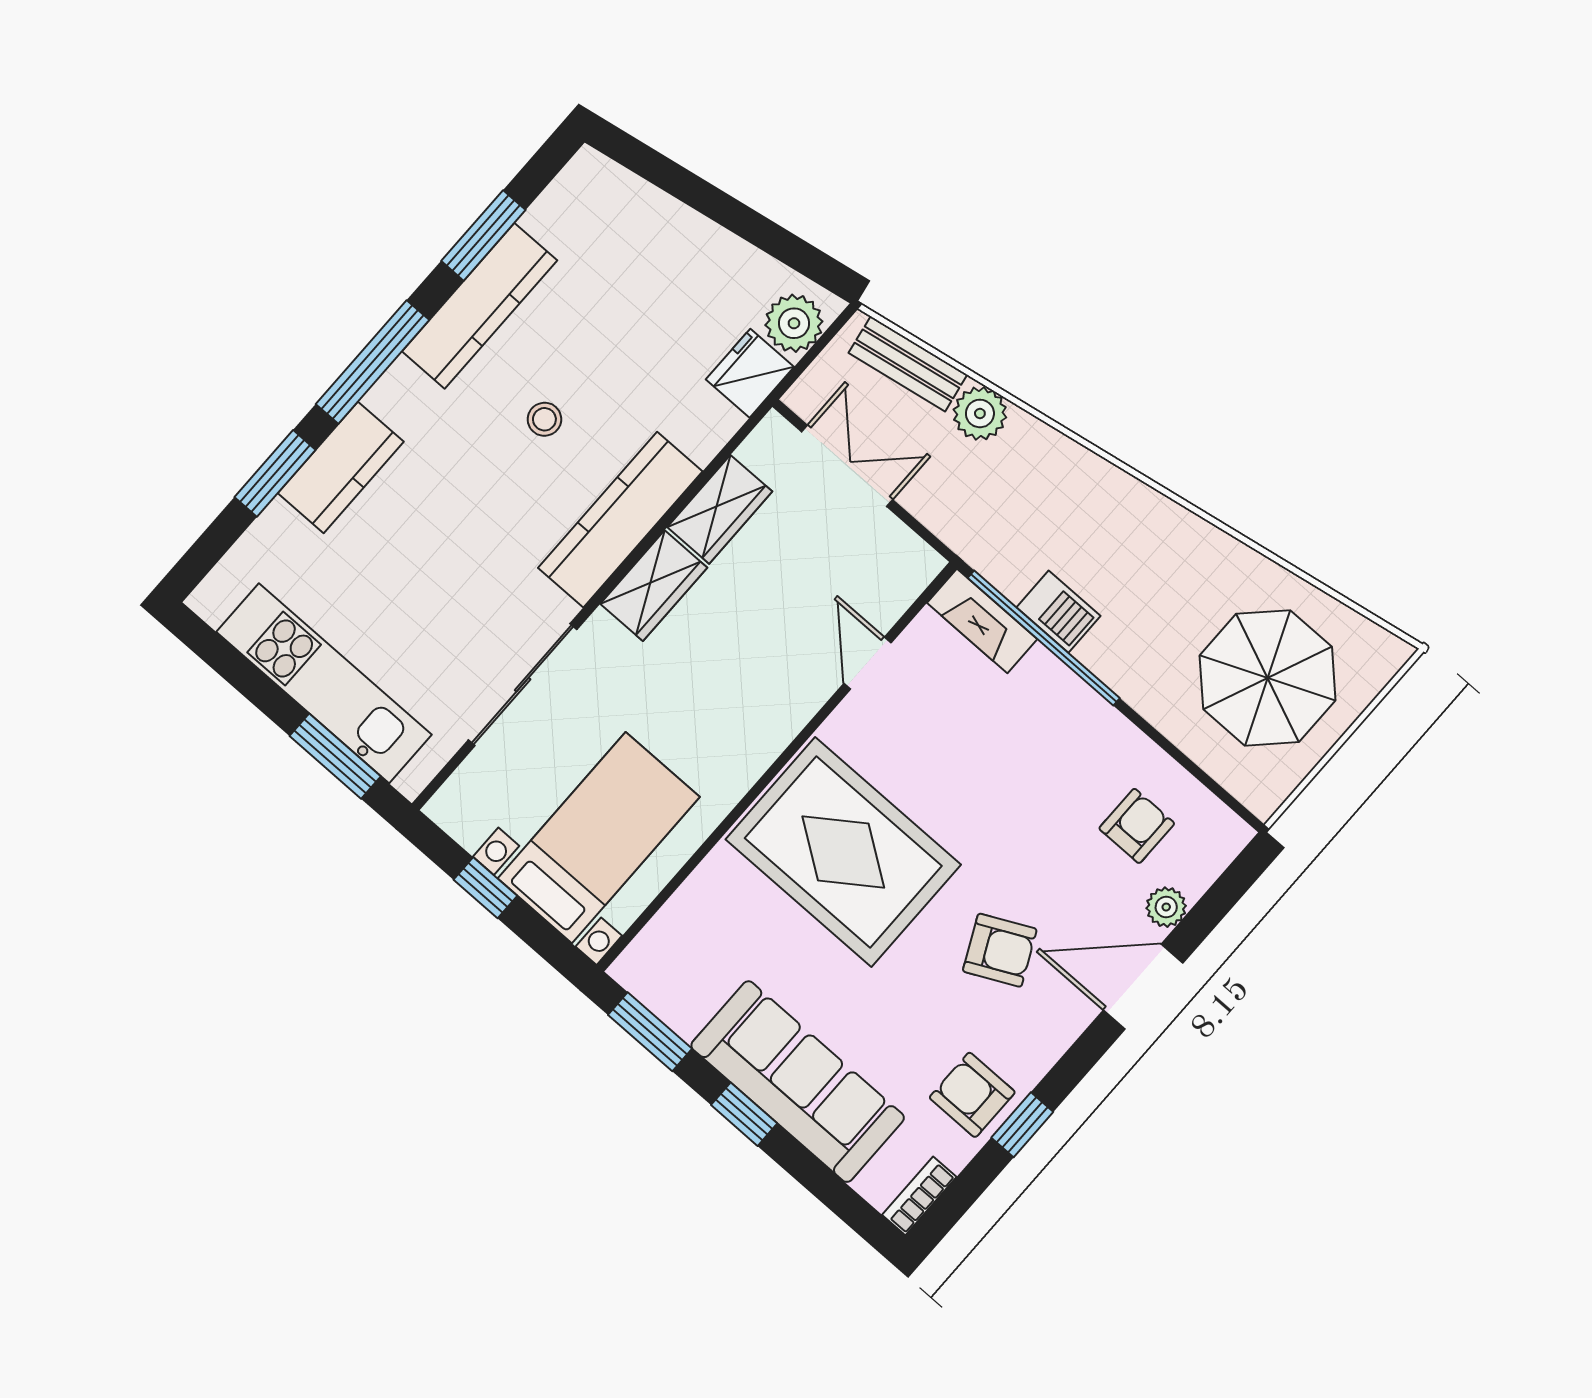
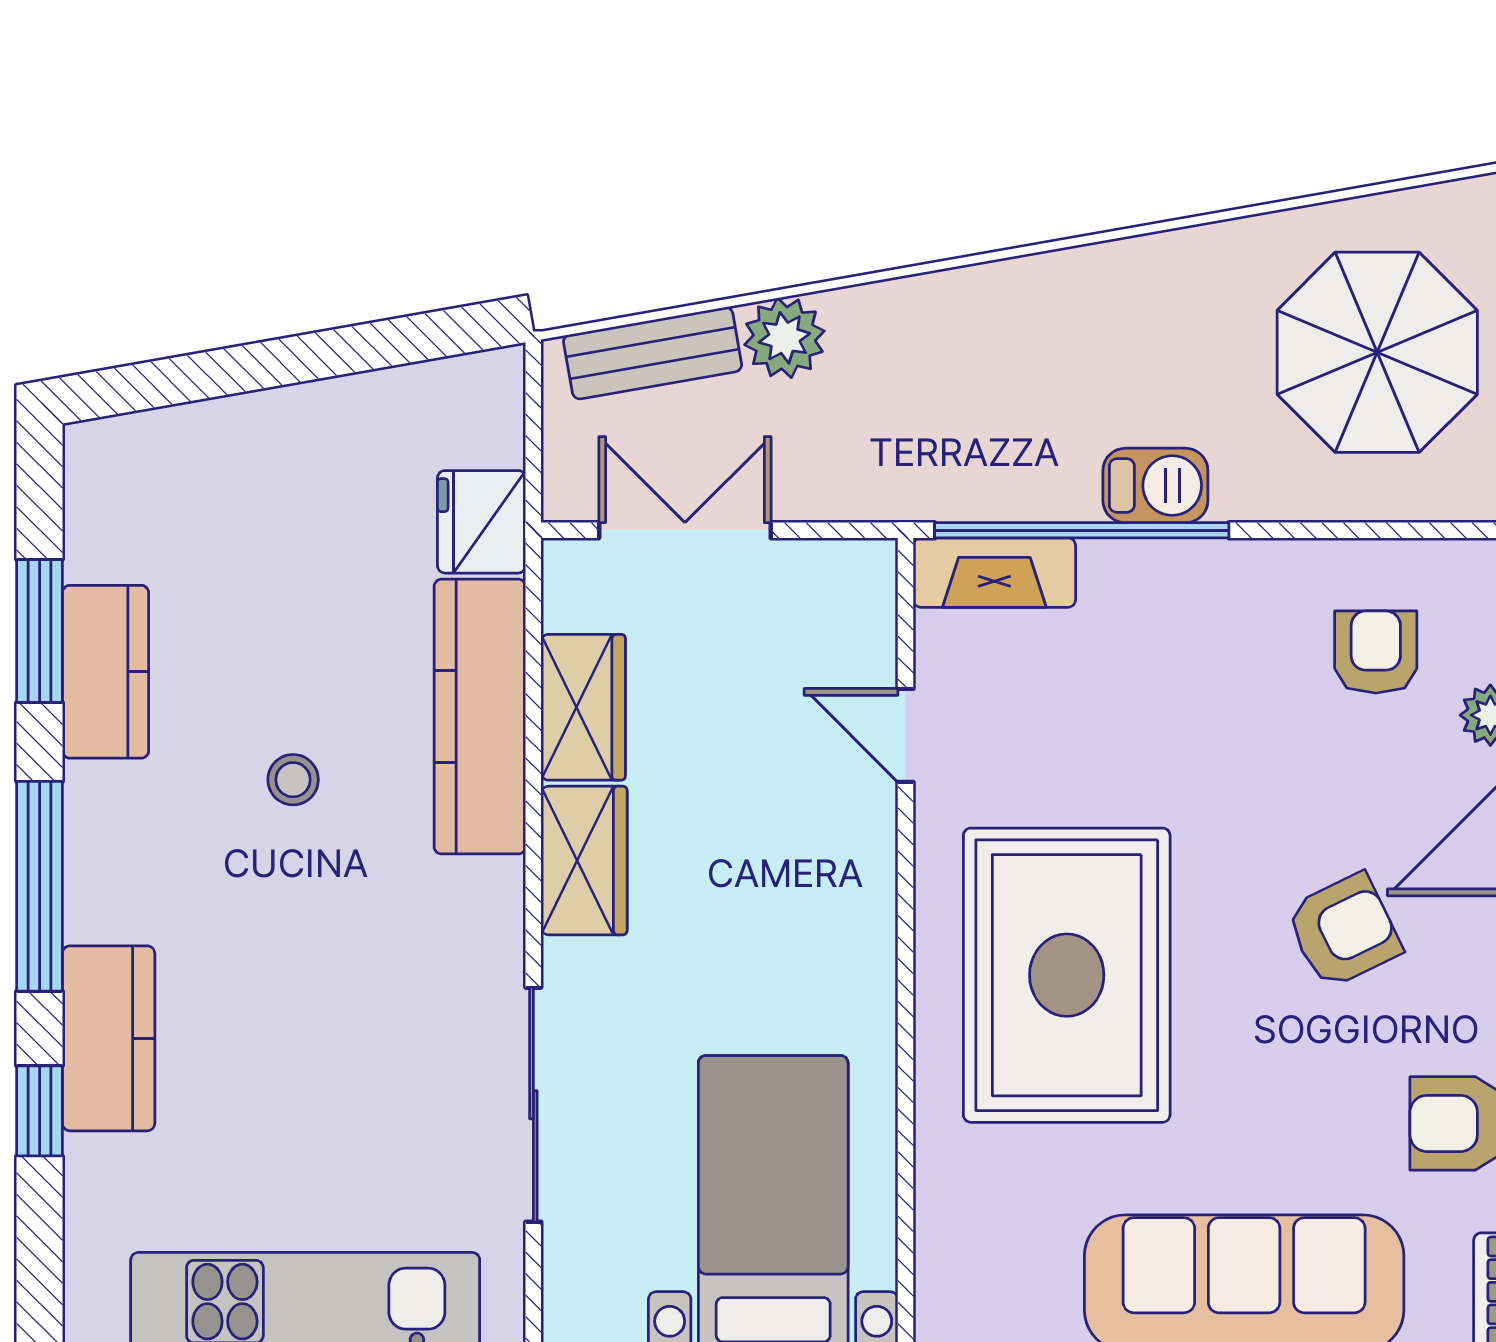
kitchen counter: (480, 306) -> (106, 672), width x0.67
plant: (794, 323) -> (482, 421), removed
window: (275, 473) -> (40, 1111), width x0.67
kitchen counter: (620, 520) -> (480, 717), moved
barbecue: (1058, 612) -> (1155, 485), moved
rug: (843, 852) -> (1067, 975), turned 90

